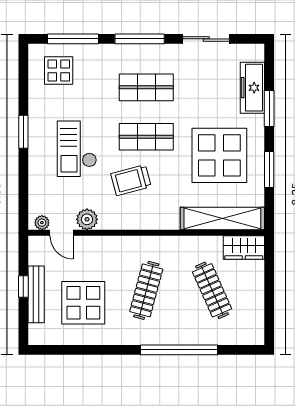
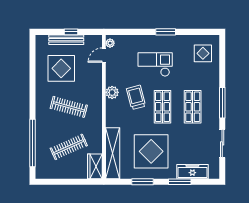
window: (73, 39) -> (222, 62), removed
plant: (87, 219) -> (112, 92), moved
window: (179, 350) -> (32, 143), moved

